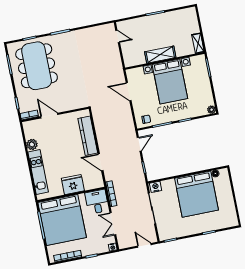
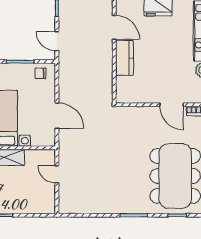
door: (118, 36) -> (57, 174), moved
kitchen counter: (88, 136) -> (125, 58), width x0.67
door: (139, 144) -> (57, 41), hinge flipped

